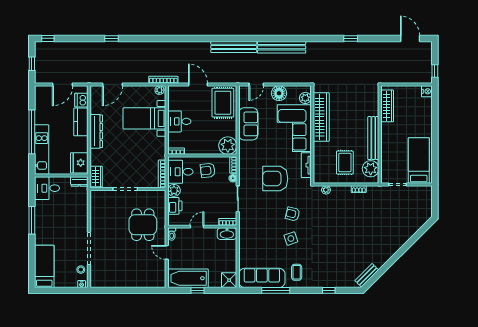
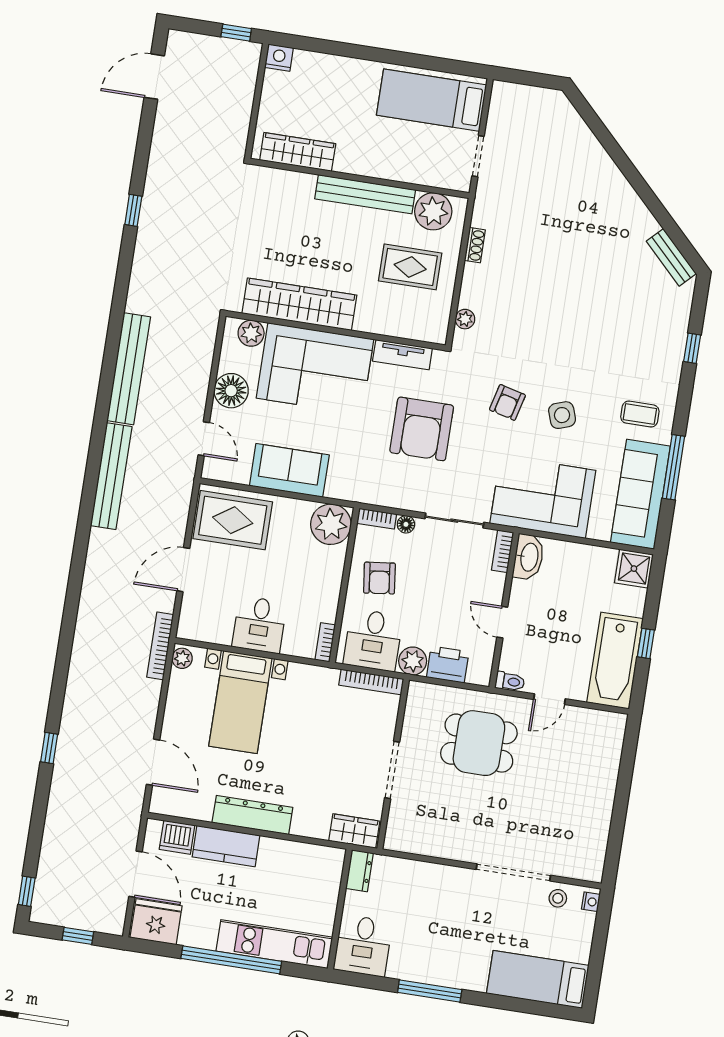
fridge: (79, 163) -> (156, 922), moved, turned 180
corner sofa: (254, 236) -> (543, 497), added

